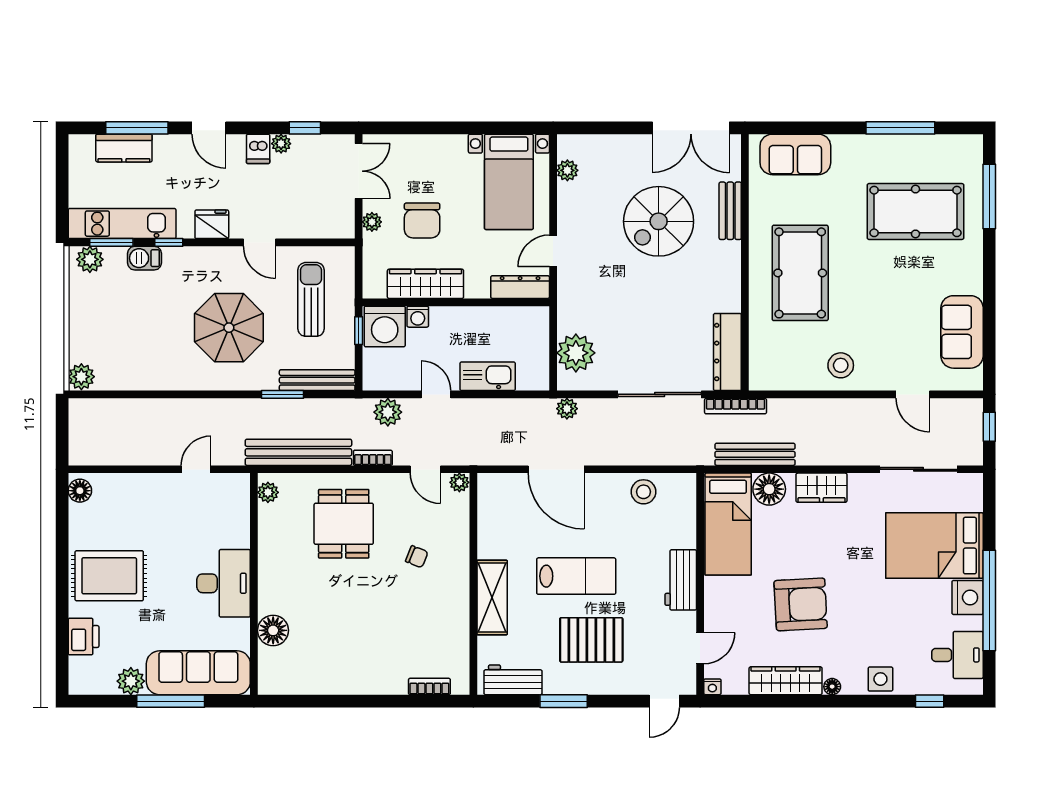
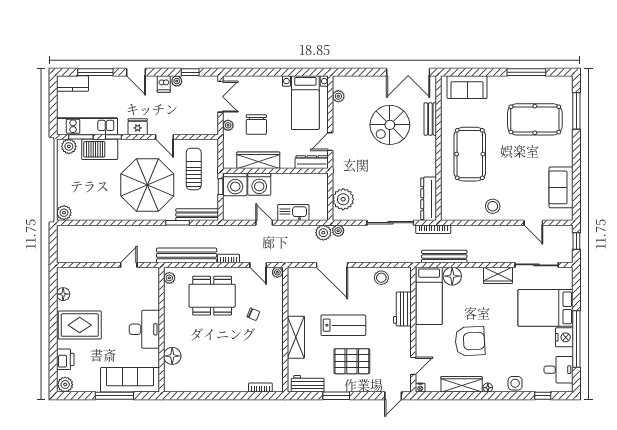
kitchen counter: (124, 148) -> (72, 84), moved
barbecue: (144, 258) -> (100, 149), width x1.88, depth x1.53
washing machine: (418, 317) -> (259, 184), width x1.89, depth x1.89
parasol: (229, 328) -> (147, 185), width x1.36, depth x1.36
plant: (388, 412) -> (323, 233), moved
wardrobe: (821, 488) -> (498, 275), moved
floor lamp: (80, 491) -> (63, 294), moved
dining table: (344, 524) -> (212, 296), width x1.38
workbench: (681, 580) -> (402, 309), moved
plant: (131, 681) -> (65, 385), moved

